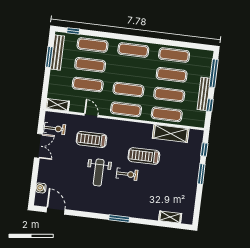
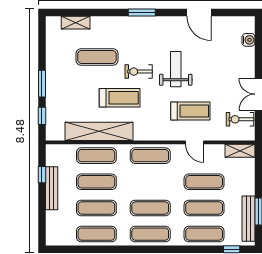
window: (214, 73) -> (42, 217), removed
exercise mat: (128, 90) -> (150, 208), moved
shelving: (171, 133) -> (99, 131), width x1.47
exercise mat: (157, 189) -> (97, 57), added
door: (56, 211) -> (199, 13), moved

